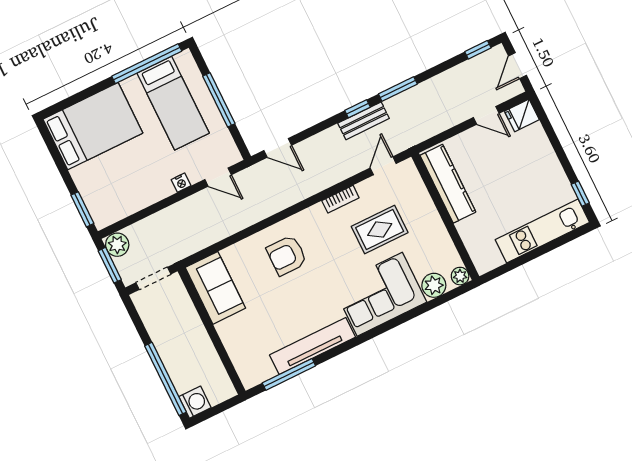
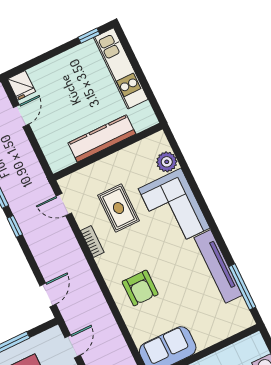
bench: (364, 121) -> (25, 221), removed
kitchen counter: (448, 184) -> (102, 138), moved
plant: (460, 276) -> (159, 139), removed

